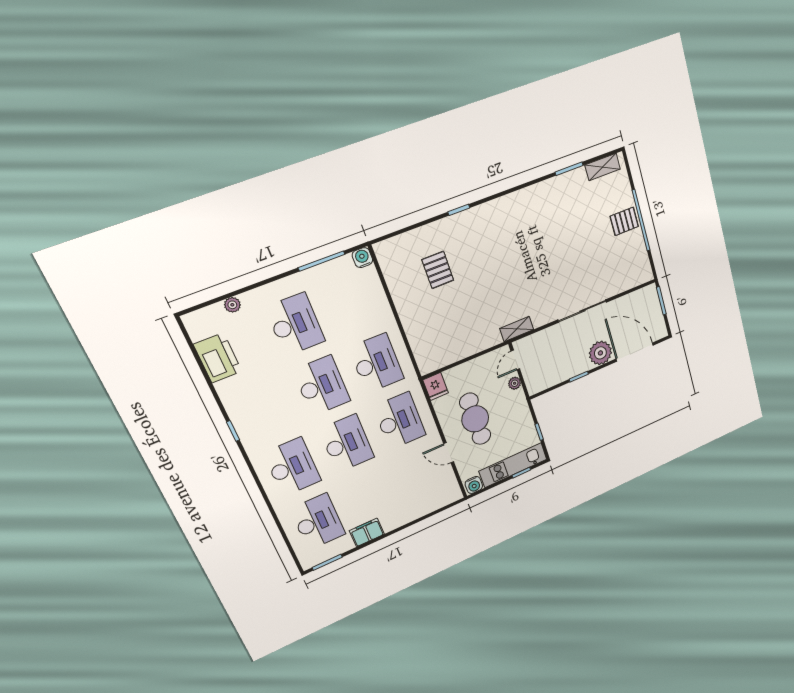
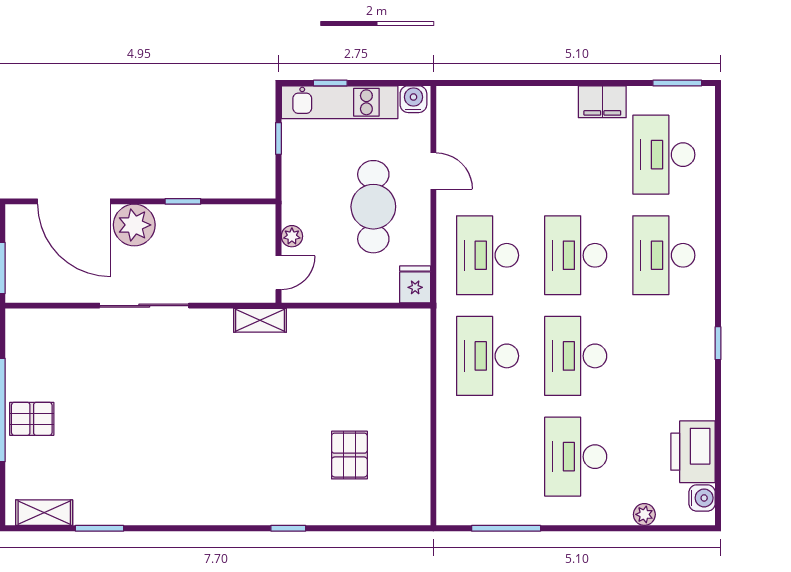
water cooler: (362, 258) -> (702, 498), moved, turned -90

